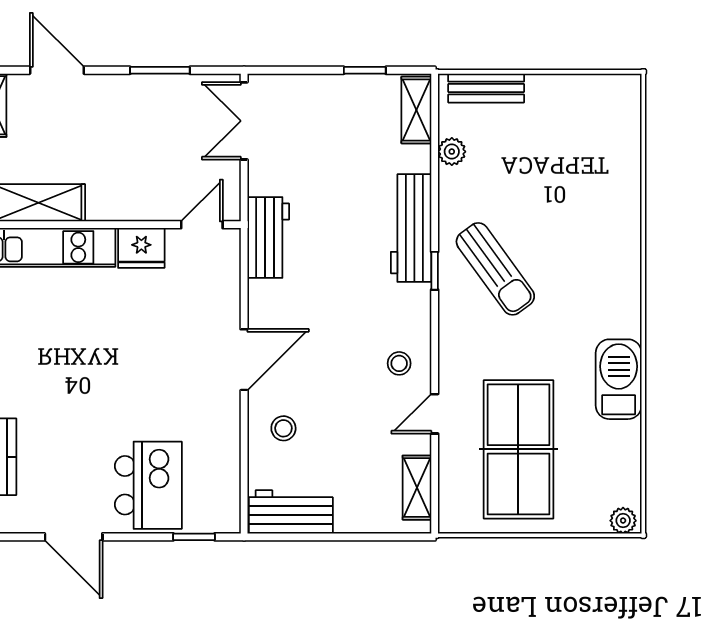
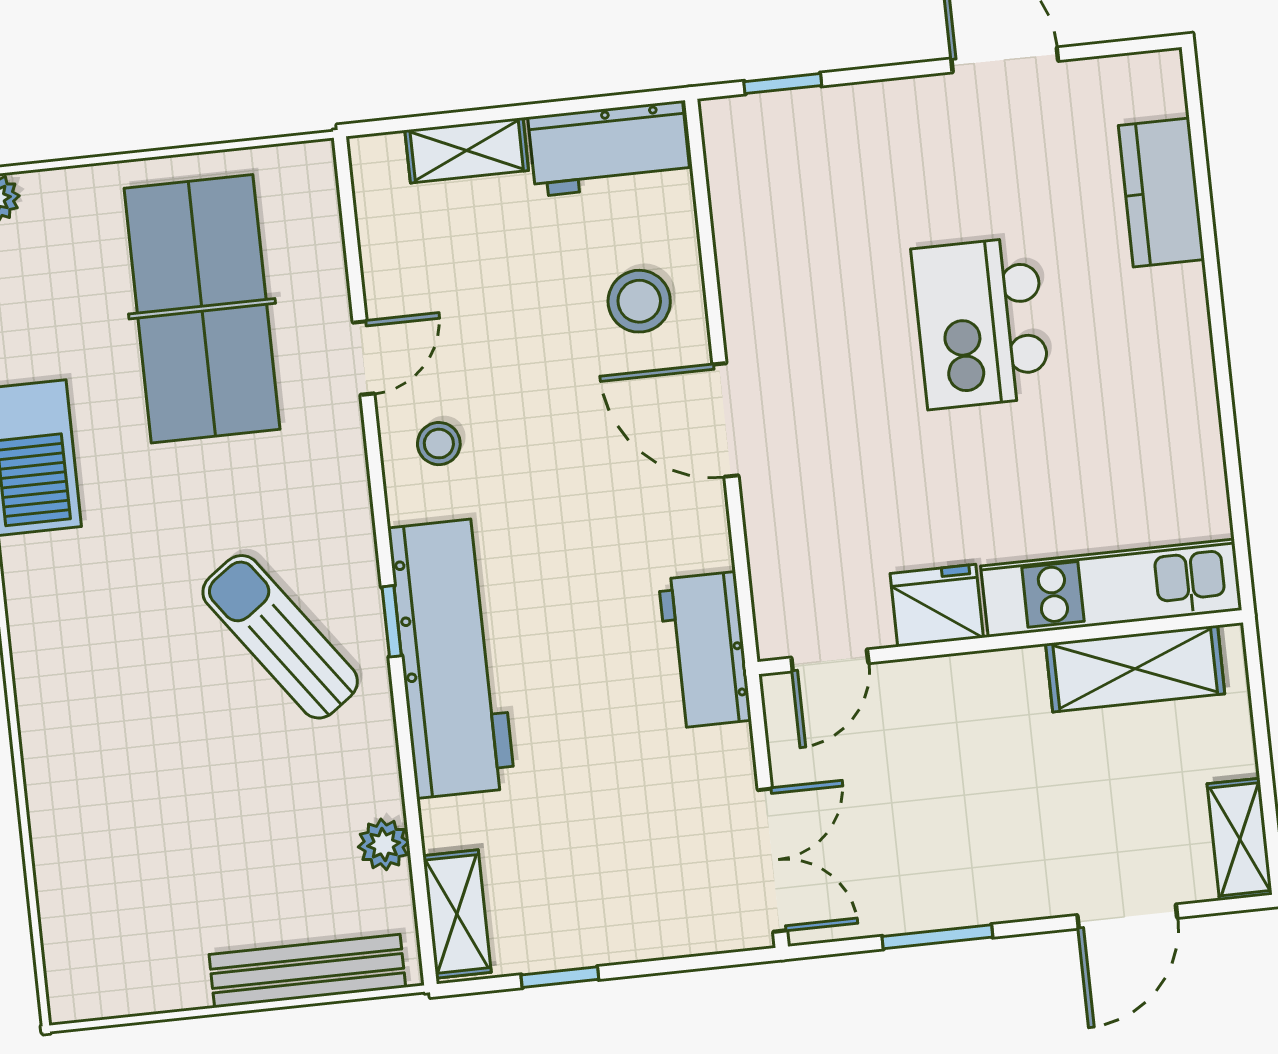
door: (57, 70) -> (1127, 917), hinge flipped
bench: (486, 88) -> (307, 971), width x1.36
workbench: (411, 228) -> (452, 658), width x1.36, depth x1.32
door: (244, 360) -> (725, 420), hinge flipped
stool: (283, 428) -> (639, 301), width x1.37, depth x1.37
kitchen island: (148, 485) -> (981, 323), moved
shelving: (417, 488) -> (467, 150), moved, turned 90

